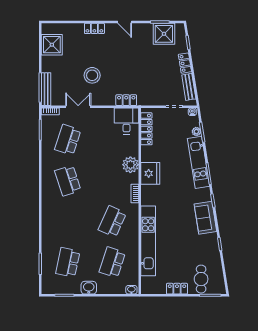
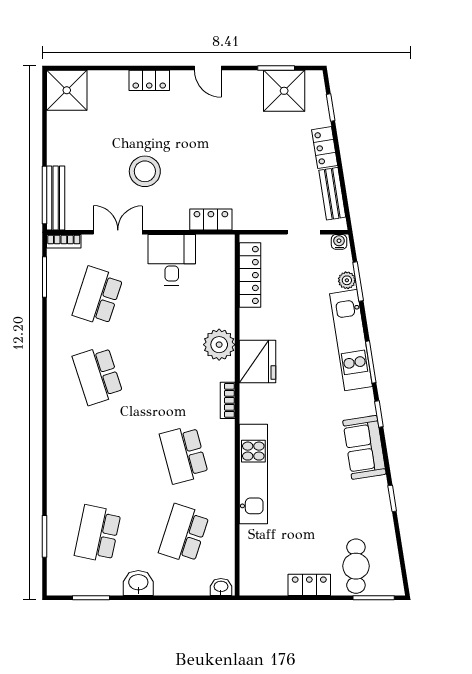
shower: (52, 45) -> (67, 90), moved
desk: (126, 121) -> (172, 260), moved
school desk: (112, 221) -> (184, 455), turned -39
kitchen unit: (148, 241) -> (253, 474), width x0.73

